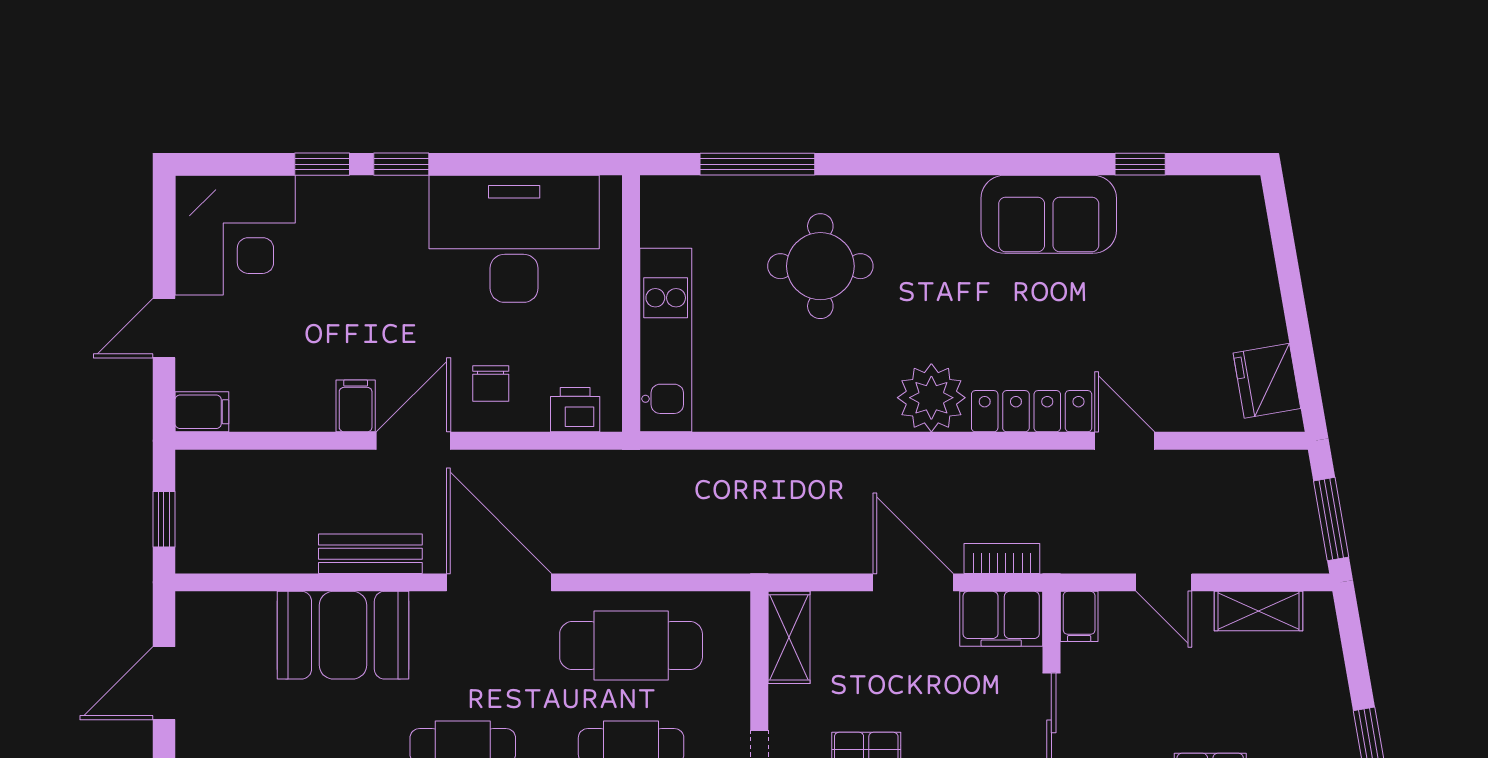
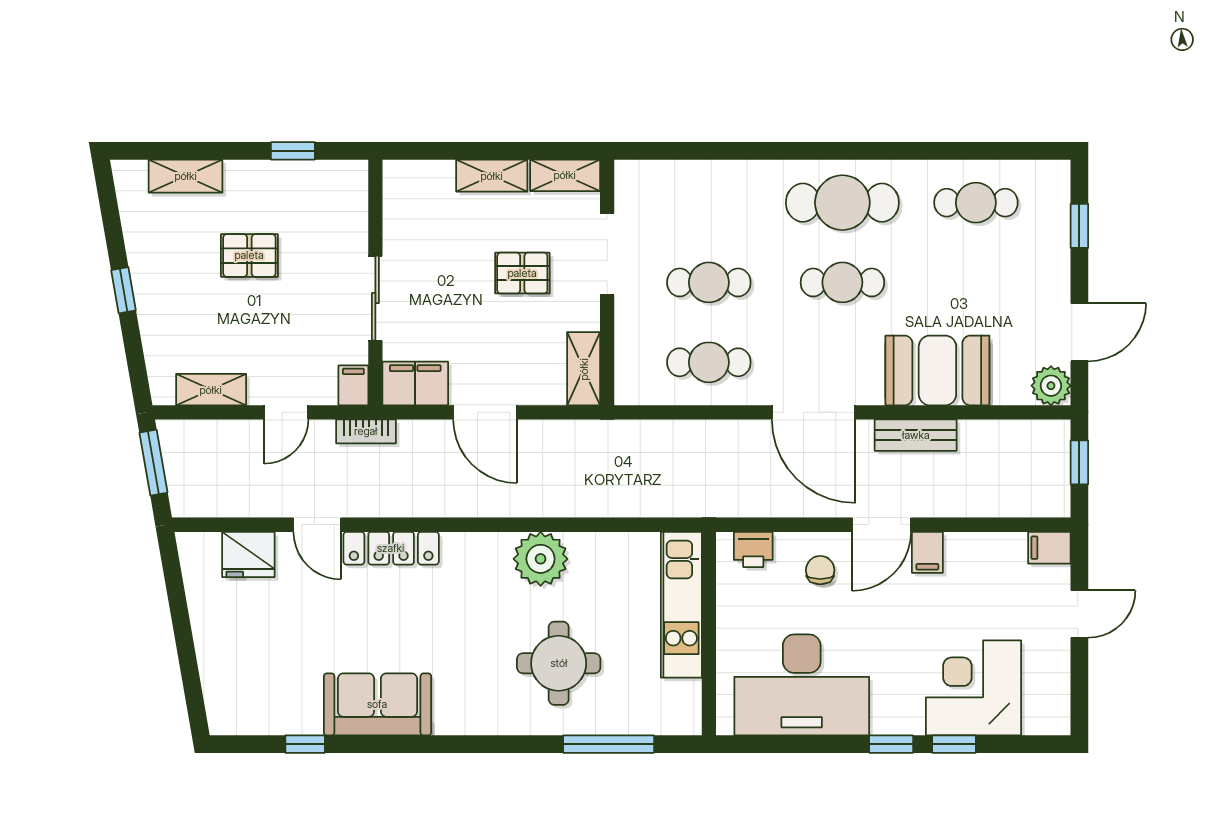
corner desk: (235, 235) -> (974, 688), moved
fridge: (1267, 381) -> (248, 554), moved, turned 100
plant: (931, 398) -> (541, 559), moved
bookcase: (1002, 558) -> (366, 431), moved
door: (1164, 582) -> (286, 412), swing flipped
plant: (200, 616) -> (1051, 386), added
cafe table: (631, 646) -> (709, 362), width x0.73, depth x0.74

